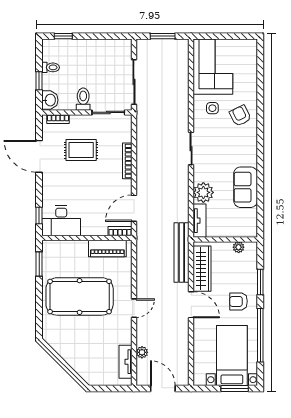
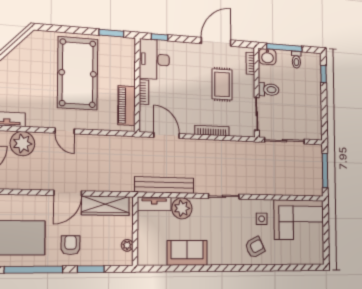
window: (163, 36) -> (325, 170), width x1.44
window: (39, 81) -> (284, 48), width x2.17
bookcase: (120, 231) -> (144, 92), moved
bench: (181, 253) -> (164, 185), moved
plant: (142, 352) -> (22, 144), width x1.88, depth x1.88

